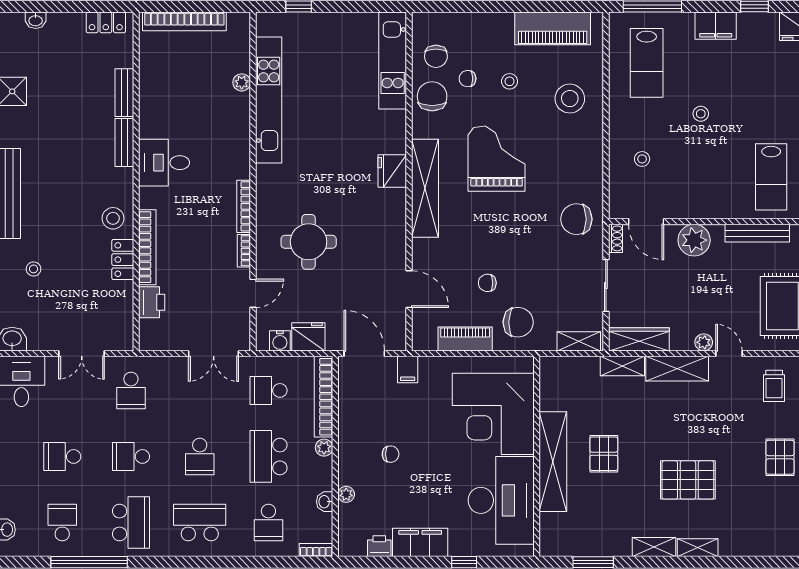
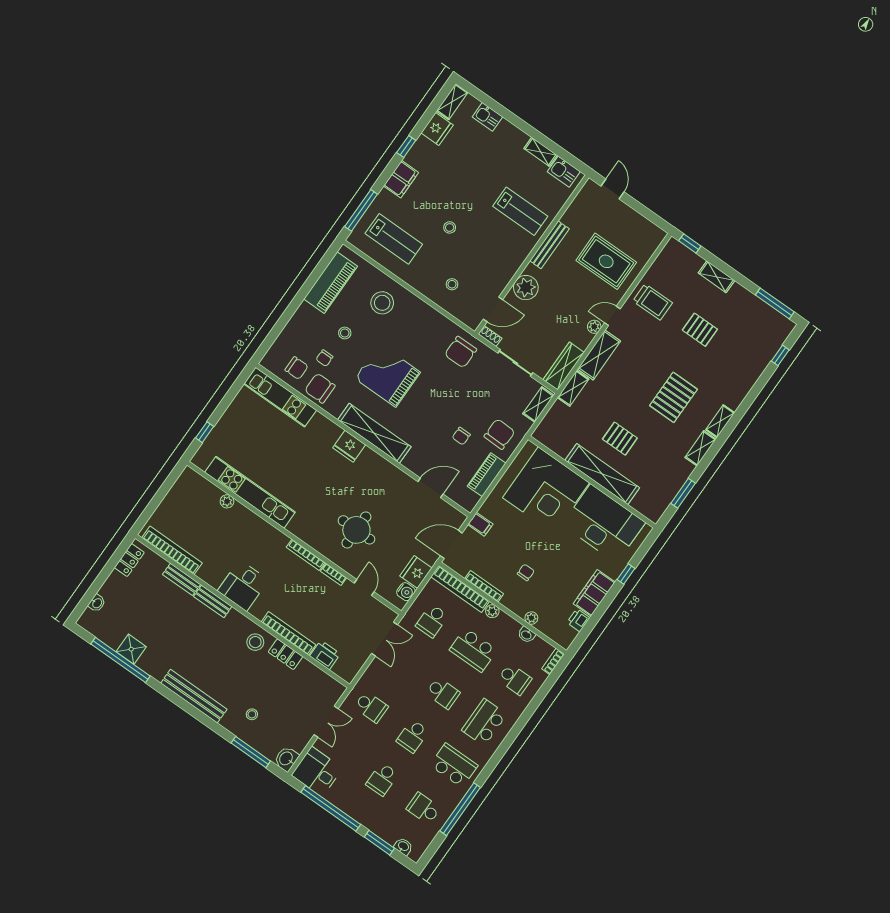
bookcase: (184, 21) -> (172, 550), moved, turned -90
trolley: (774, 386) -> (653, 302), width x1.36, depth x1.39
bookcase: (345, 420) -> (484, 586), added

